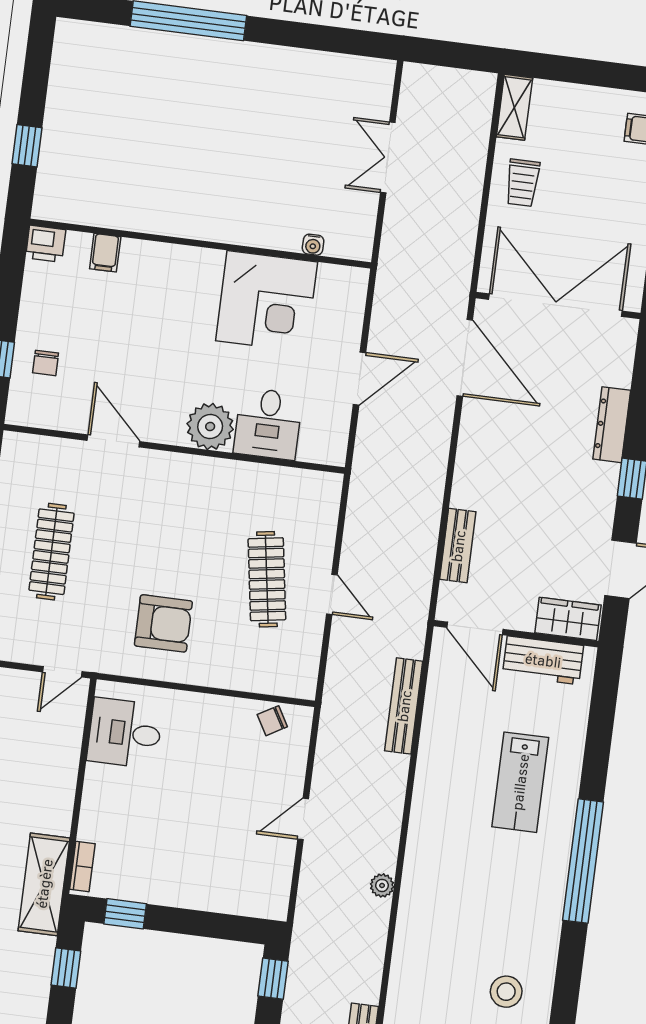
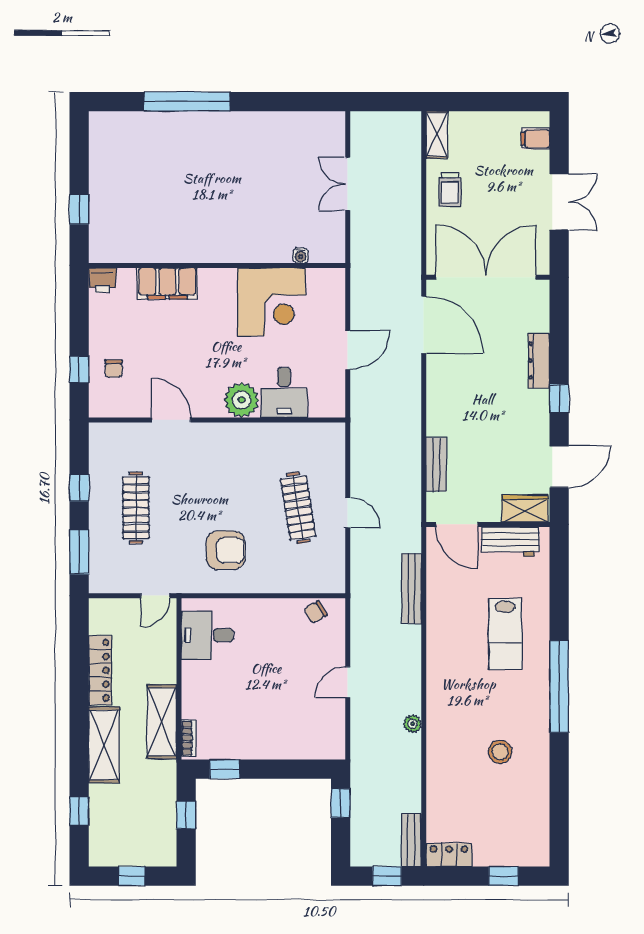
filing cabinet: (105, 253) -> (167, 283), width x3.00, depth x1.17
shelving: (44, 884) -> (162, 722), moved
stool: (506, 992) -> (500, 752), moved

